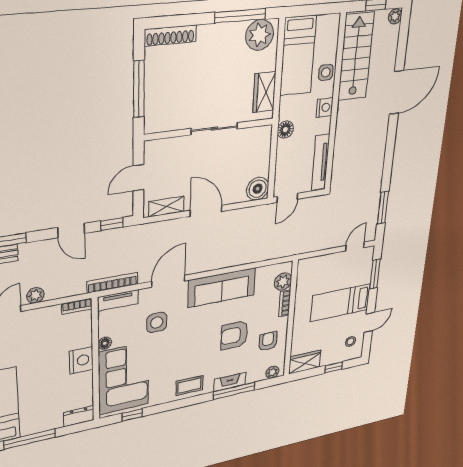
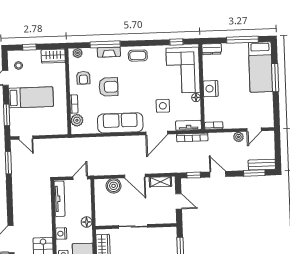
door: (138, 178) -> (179, 201), hinge flipped
boiler: (258, 189) -> (114, 186), moved
door: (355, 247) -> (26, 138), hinge flipped

